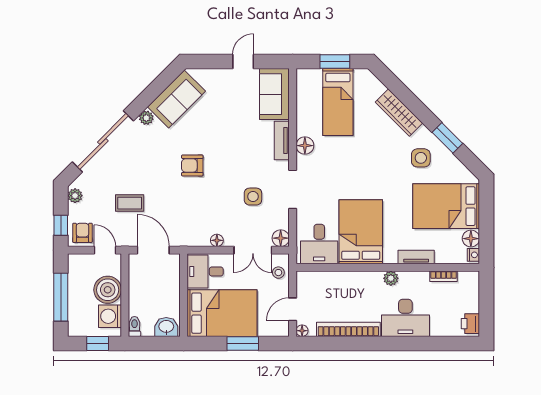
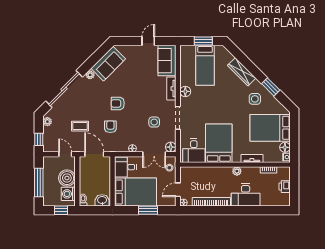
armchair: (82, 233) -> (110, 127), moved
printer: (470, 324) -> (285, 187), moved

